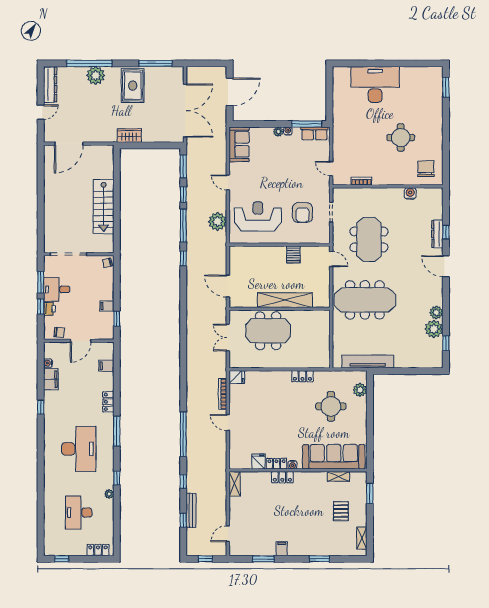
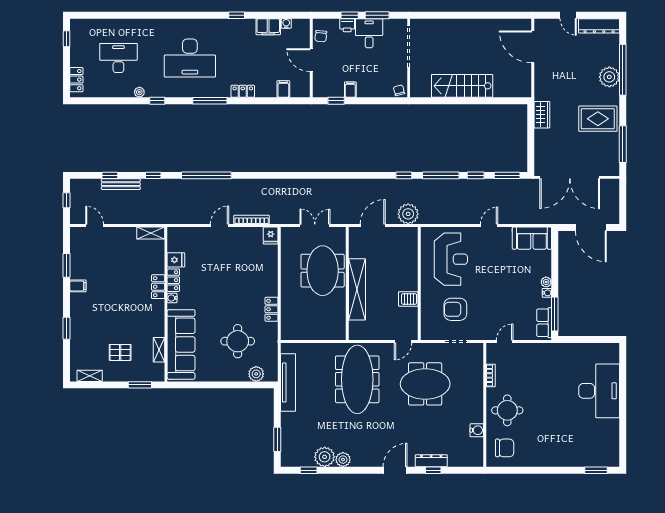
round table: (401, 138) -> (507, 410), moved
plant: (218, 222) -> (408, 214), moved
window: (418, 371) -> (277, 439), added

